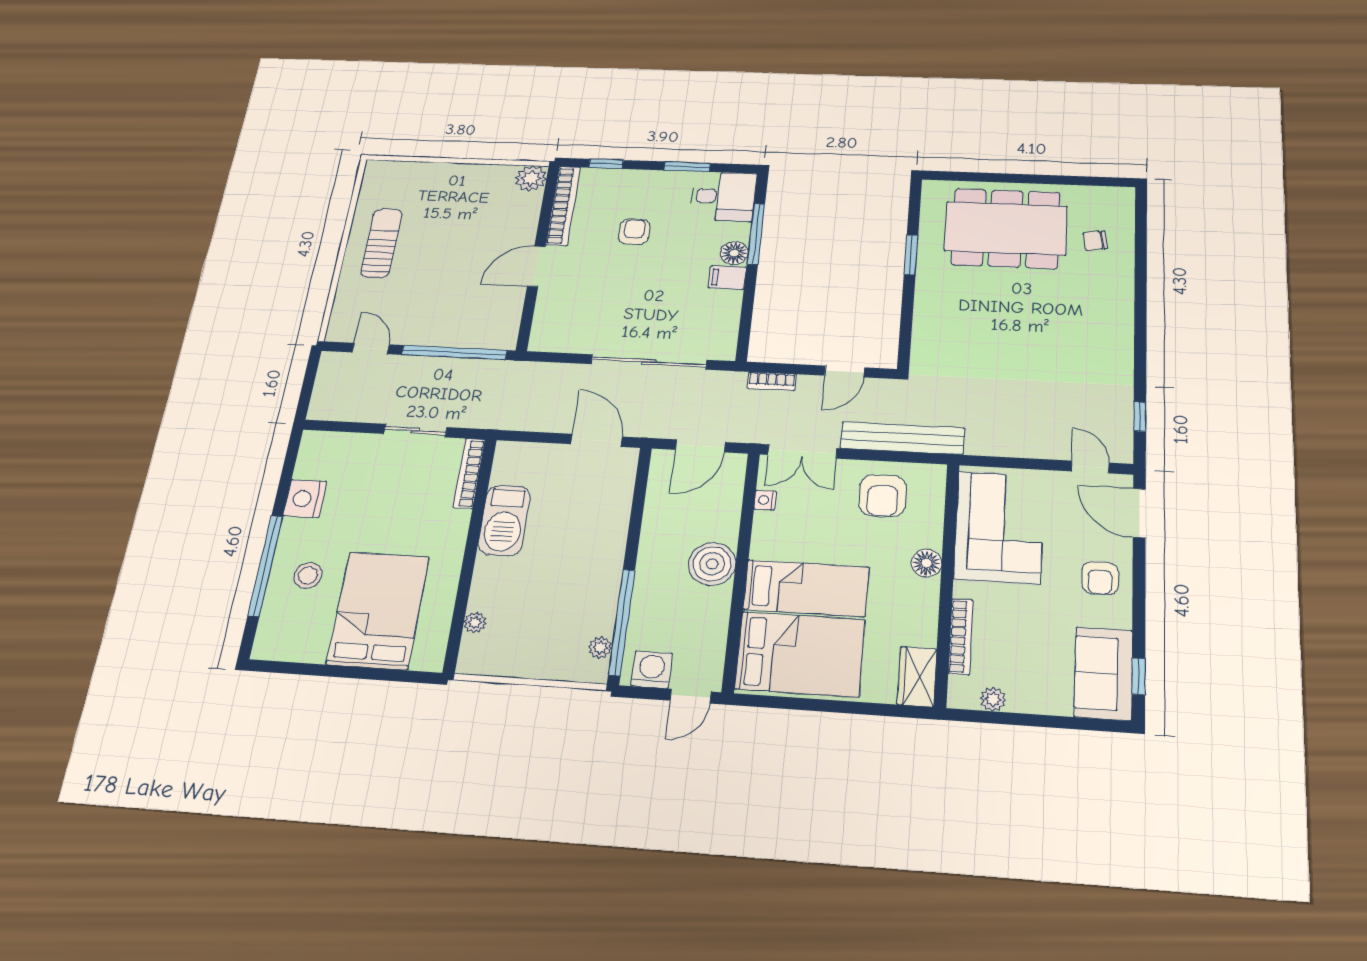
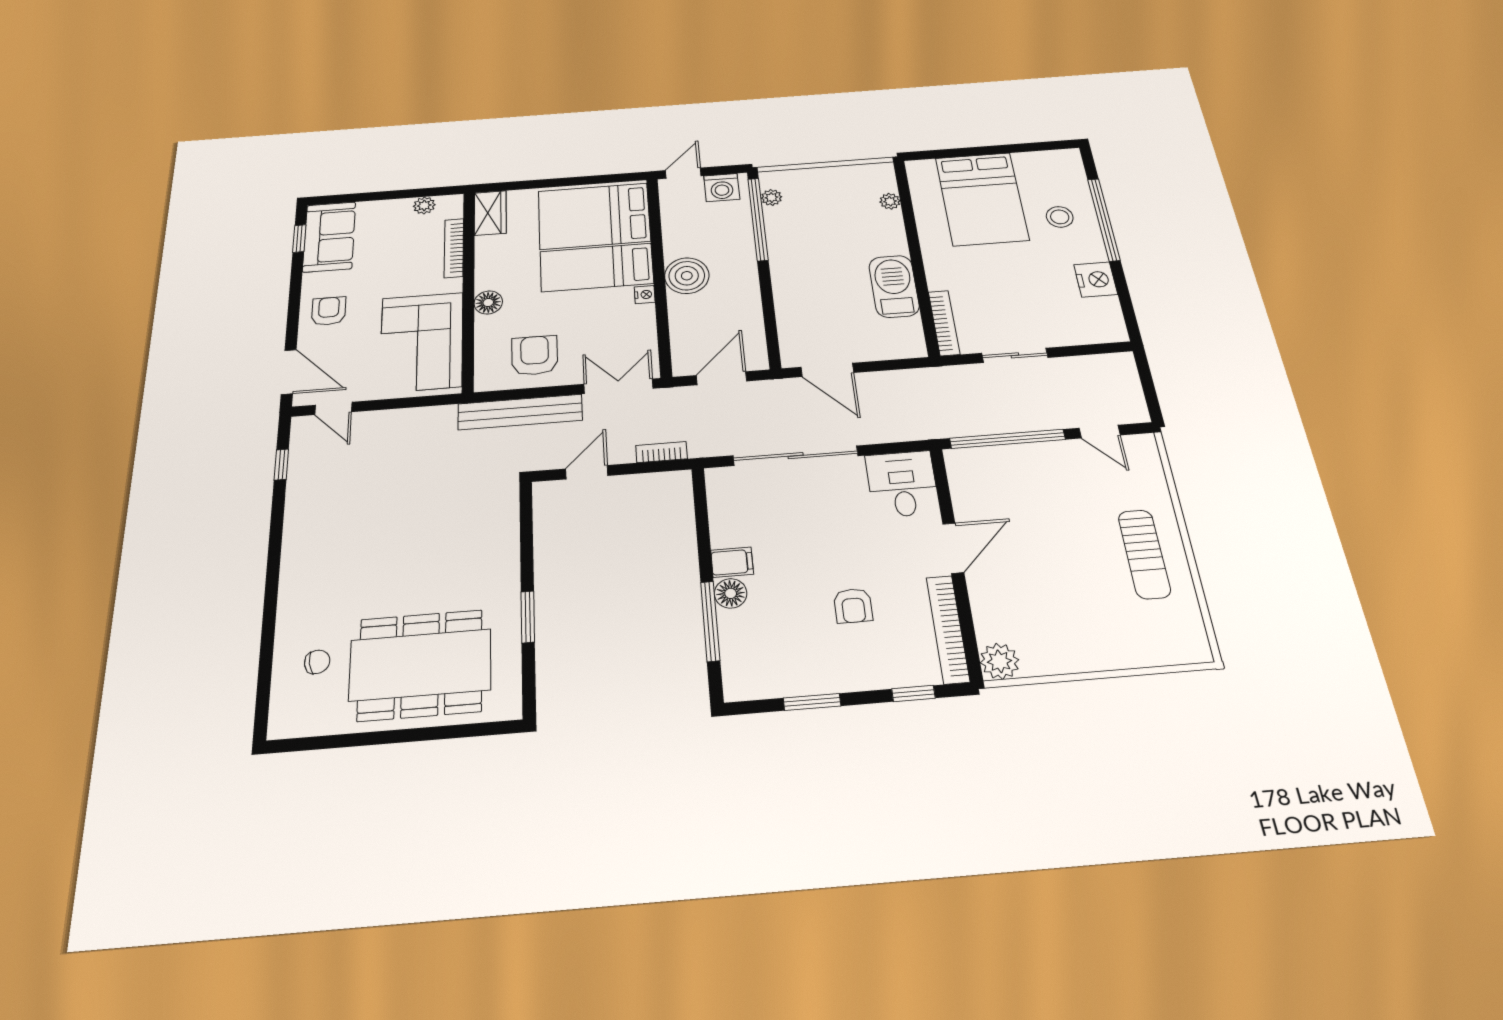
desk: (723, 196) -> (902, 484), moved, turned 90
nightstand: (765, 500) -> (645, 295), moved

